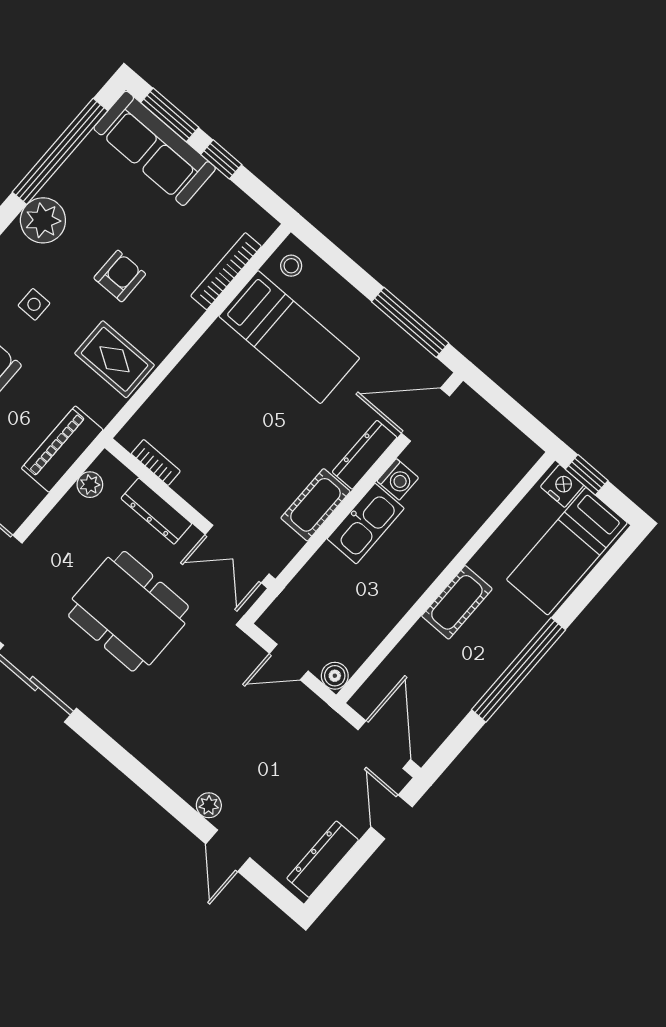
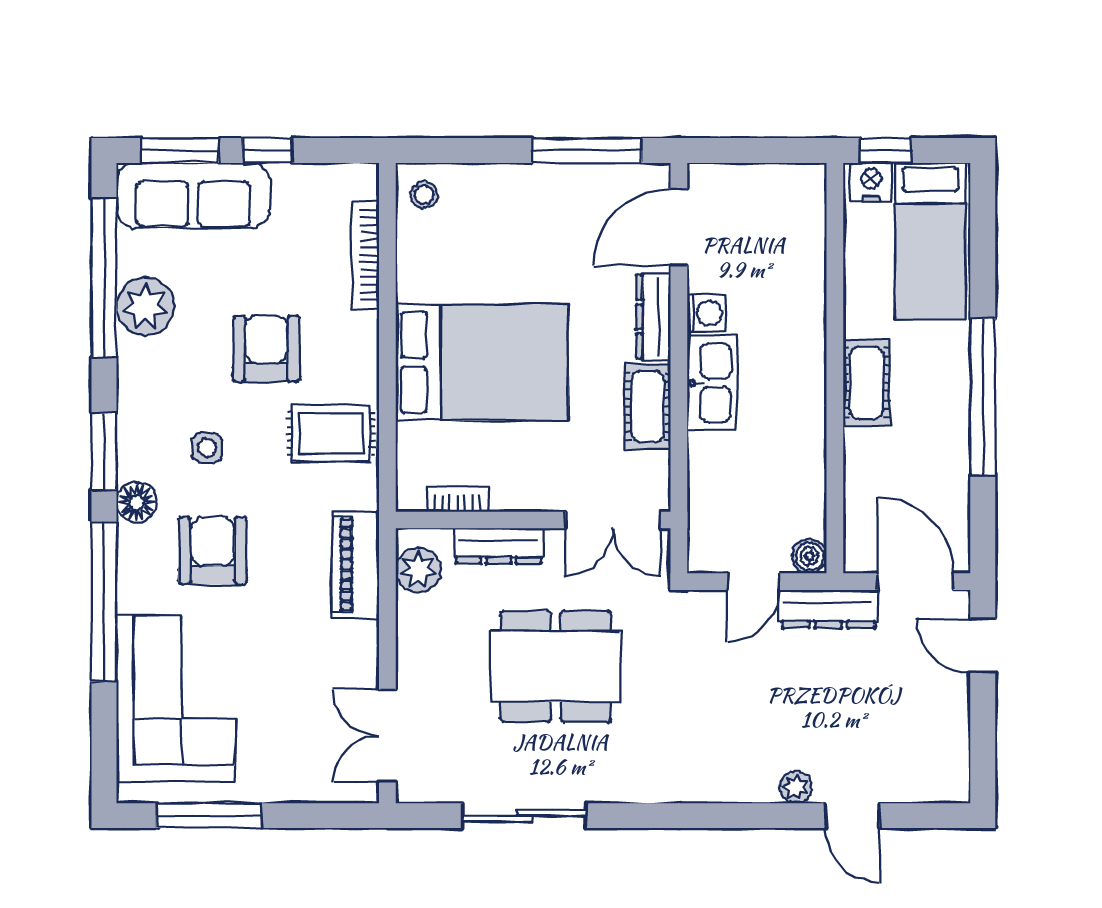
plant: (43, 220) -> (145, 307), moved
armchair: (120, 276) -> (266, 349), width x1.38, depth x1.38
bed: (289, 337) -> (482, 362), moved, width x1.50
plant: (90, 485) -> (418, 570), width x1.38, depth x1.38
dresser: (323, 859) -> (828, 609), moved, turned -90

